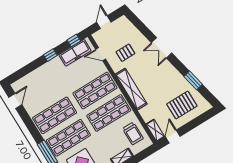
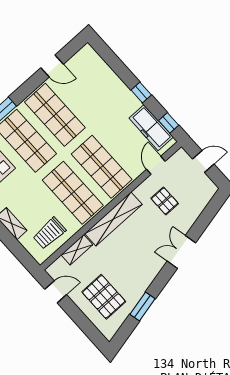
door: (15, 101) -> (52, 66), moved
shelving: (155, 130) -> (77, 250), moved

